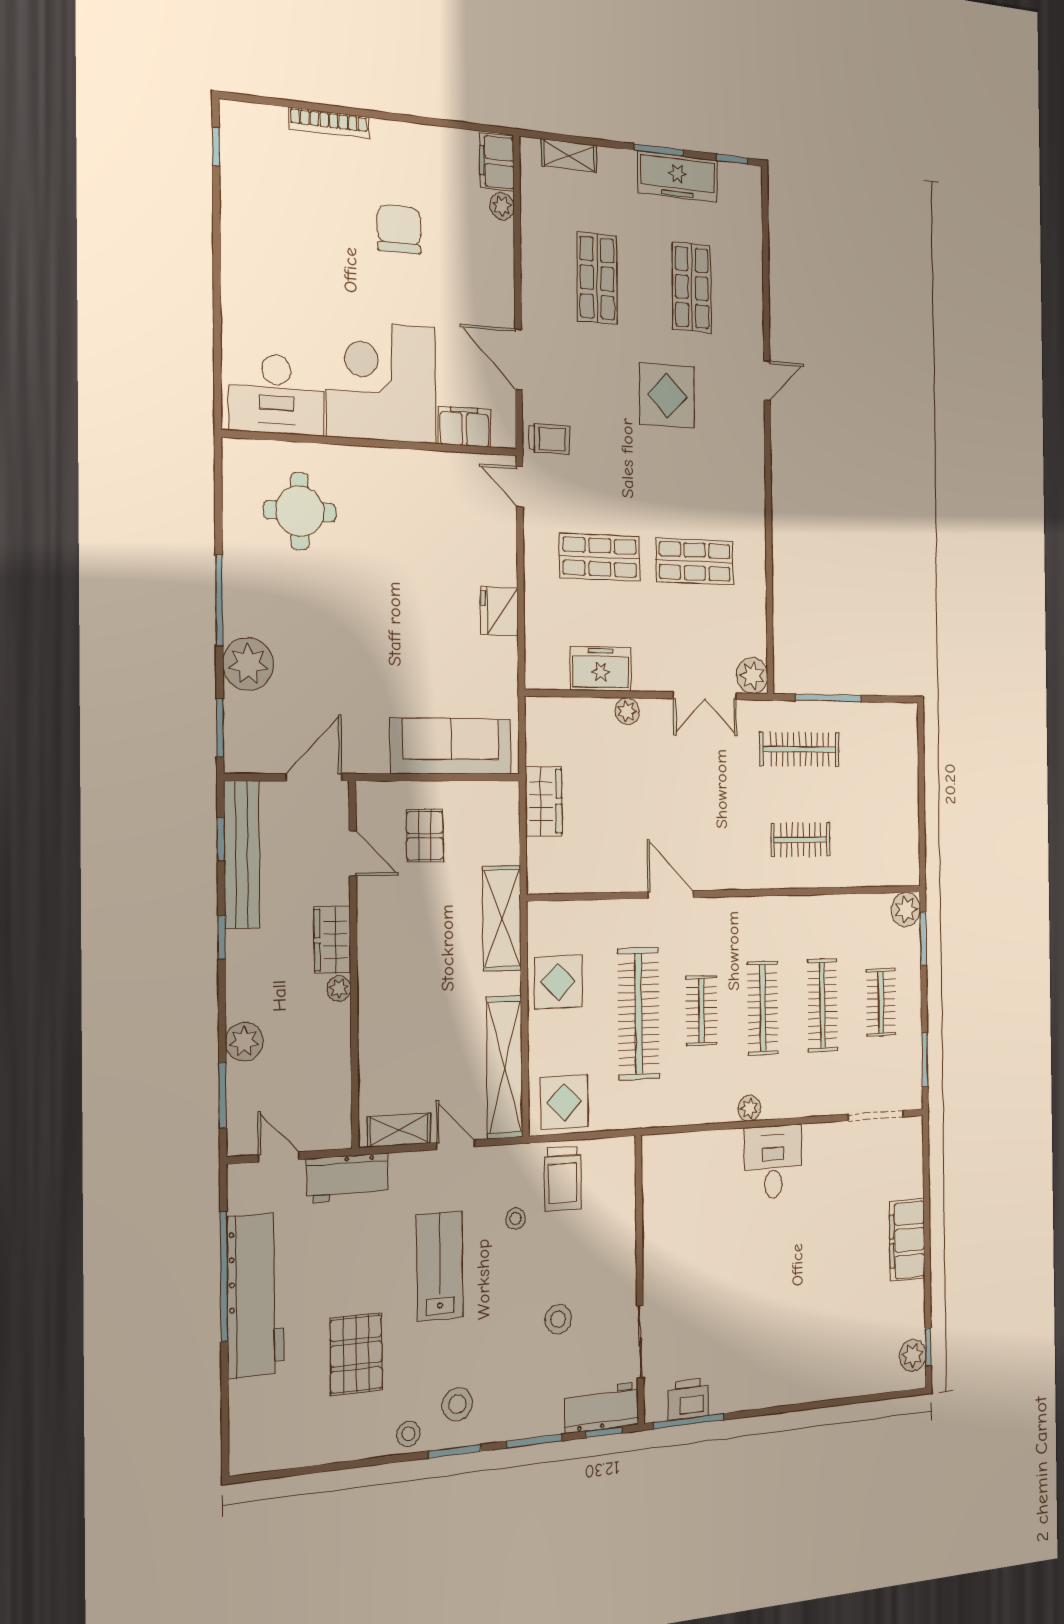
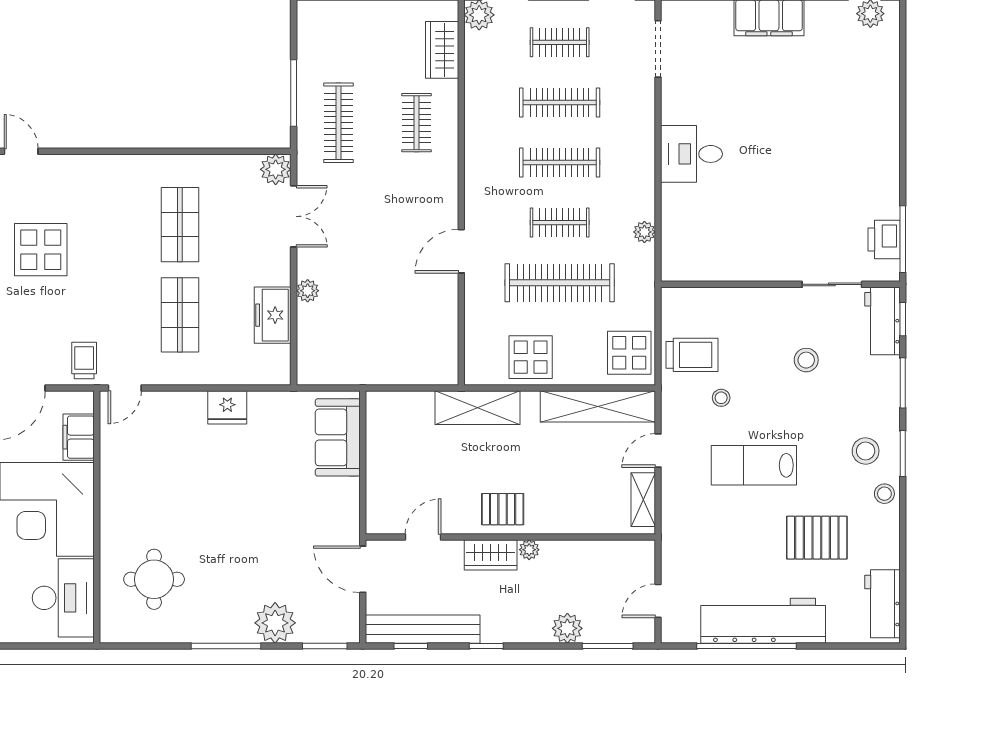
sofa: (451, 746) -> (338, 437), width x0.73
wardrobe: (544, 801) -> (442, 50), moved, turned -90
pallet: (425, 836) -> (503, 509), moved
plant: (749, 1108) -> (644, 232), moved
workbench: (347, 1178) -> (883, 604), moved, turned 180

